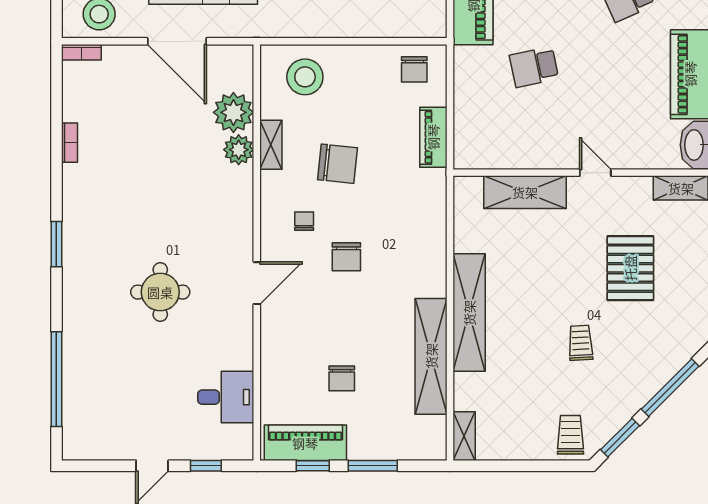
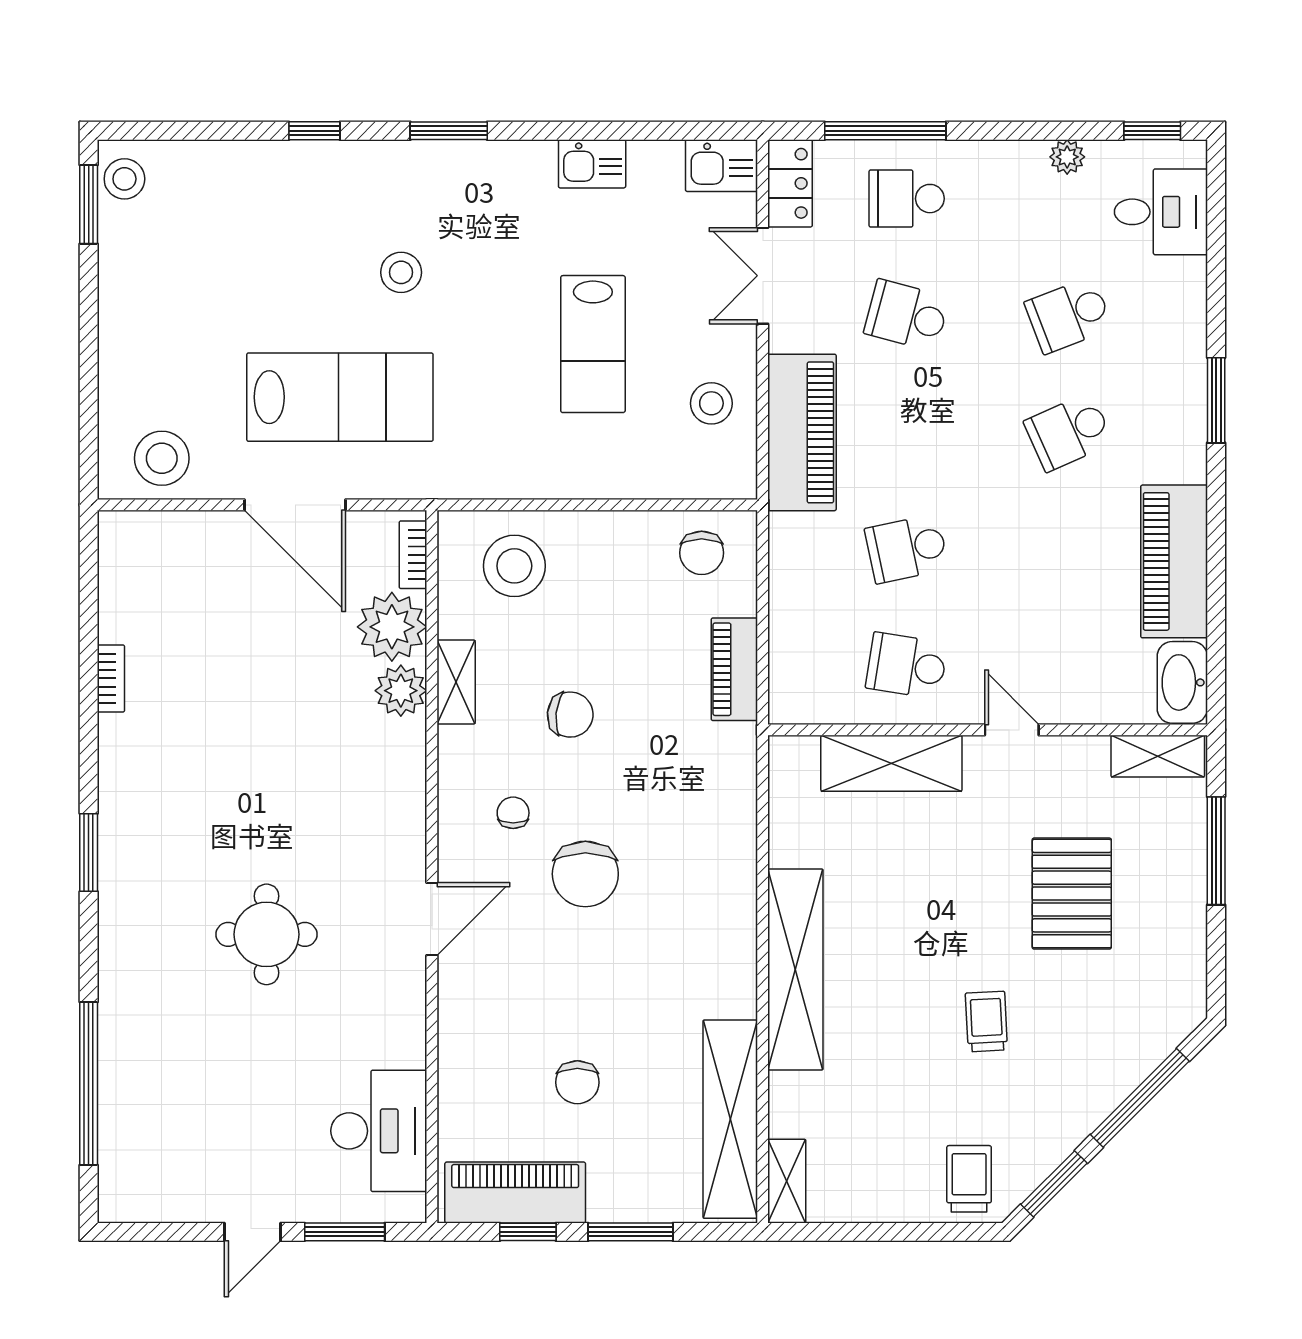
bookcase: (81, 52) -> (413, 555), moved, turned 90
school desk: (534, 135) -> (907, 666), added
chair: (338, 164) -> (570, 715), width x0.73, depth x0.73
chair: (346, 257) -> (585, 874), width x1.37, depth x1.37
shelving: (431, 356) -> (730, 1119), moved
desk: (226, 397) -> (379, 1131), width x1.37
window: (206, 466) -> (345, 1232), width x1.50

